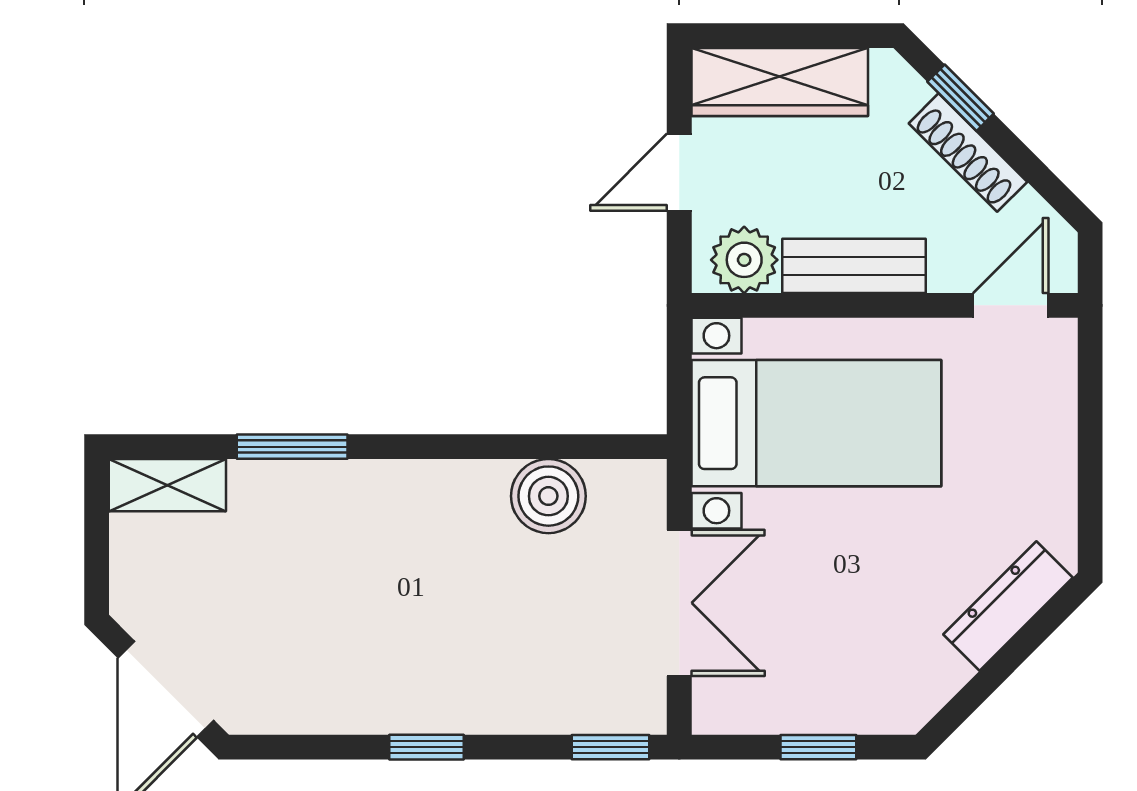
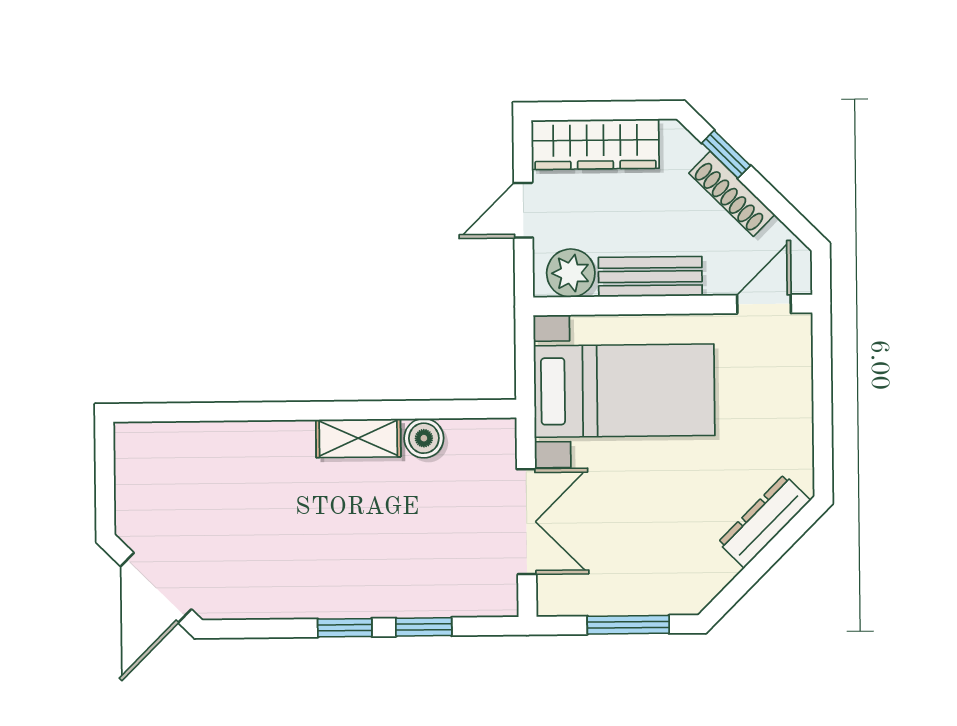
window: (292, 447) -> (246, 411), removed
shelving: (167, 485) -> (358, 438), moved
boiler: (548, 496) -> (424, 438), width x0.73, depth x0.73
window: (610, 747) -> (424, 627), moved
window: (818, 747) -> (628, 625), width x1.50

